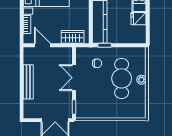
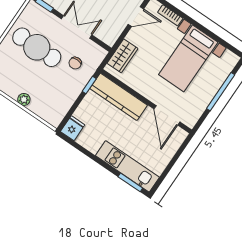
fridge: (139, 19) -> (73, 128), moved
cafe table: (122, 78) -> (37, 47), moved

